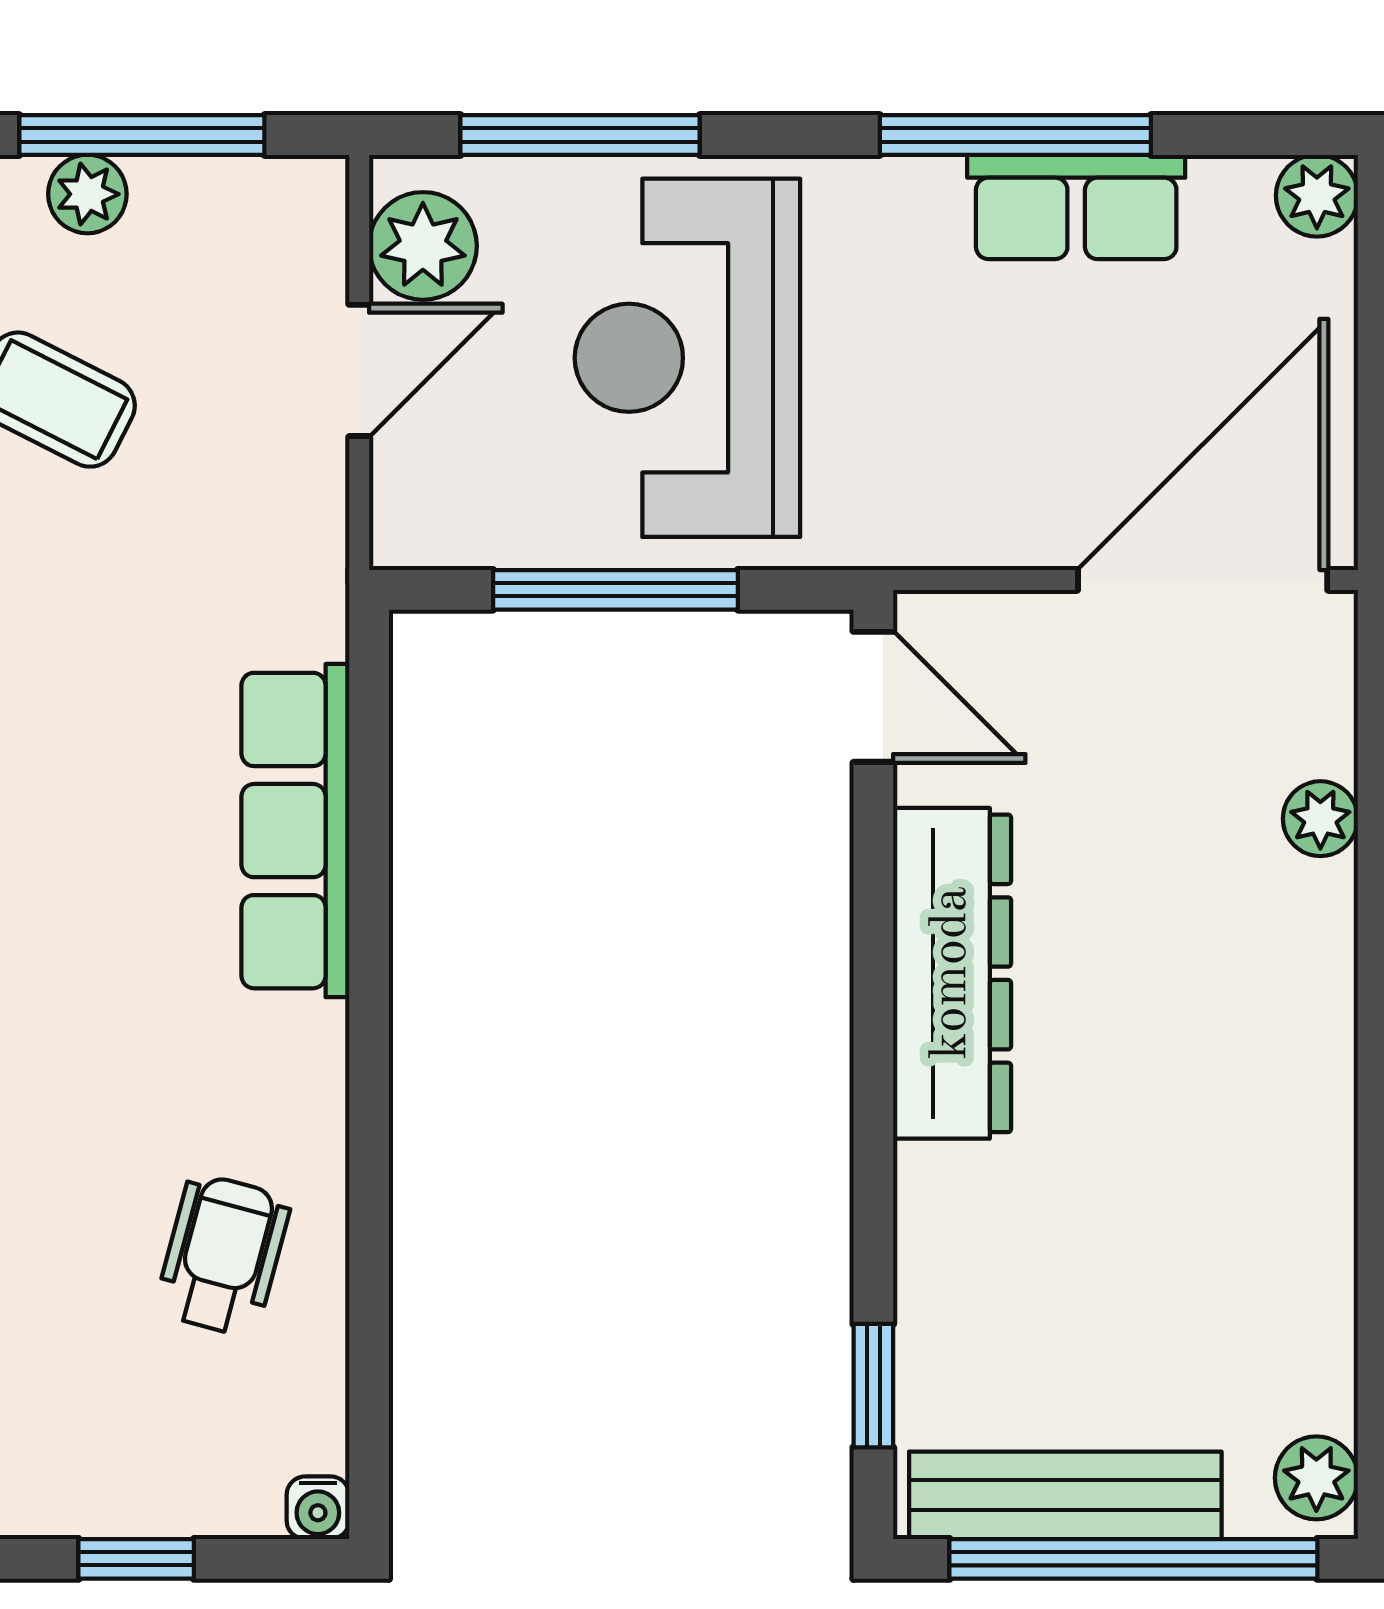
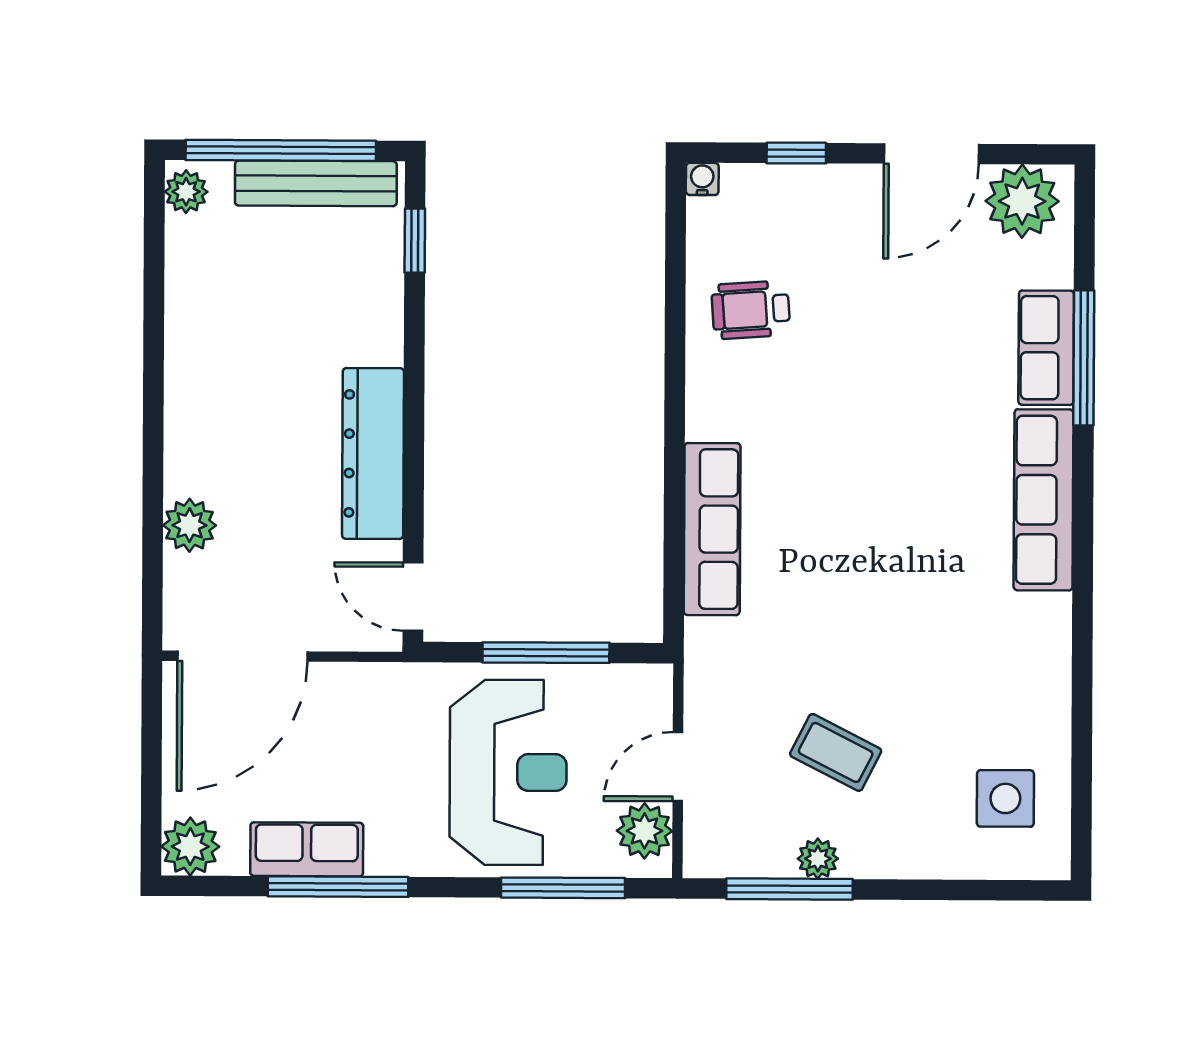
plant: (1317, 196) -> (190, 847), width x1.38, depth x1.38
plant: (1320, 819) -> (190, 525), width x1.38, depth x1.38
wheelchair: (223, 1255) -> (751, 310), turned 71

